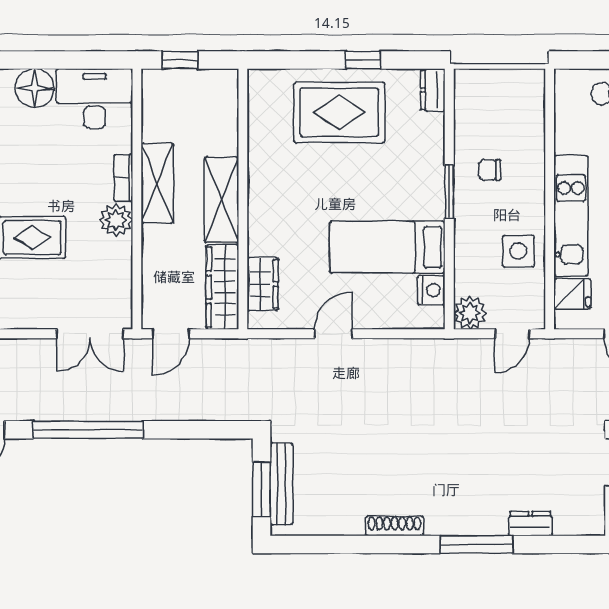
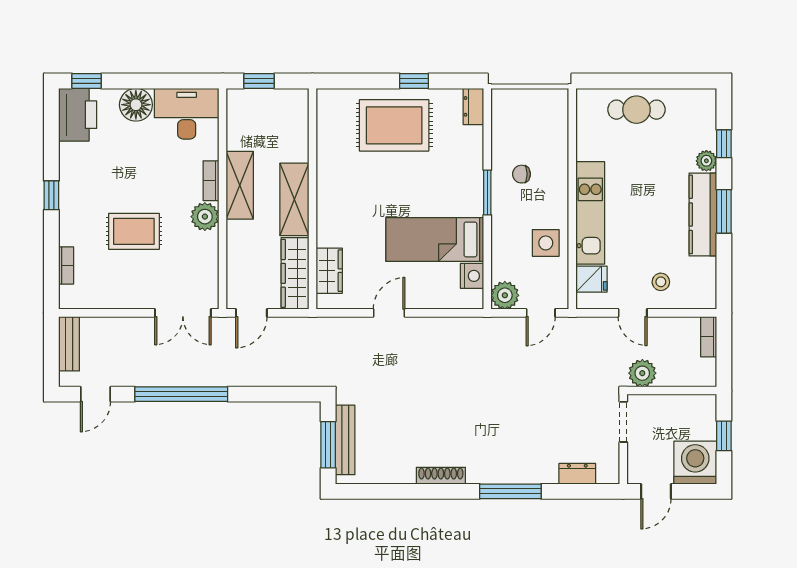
dresser: (530, 524) -> (577, 474), moved

